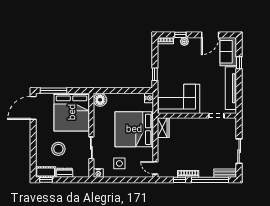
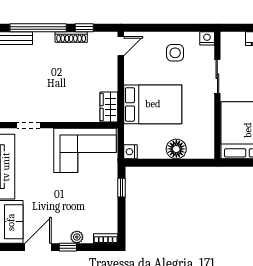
window: (180, 35) -> (68, 247), moved
floor lamp: (100, 100) -> (176, 149), moved
bed: (134, 129) -> (153, 104), width x0.73
door: (155, 168) -> (121, 46), hinge flipped

